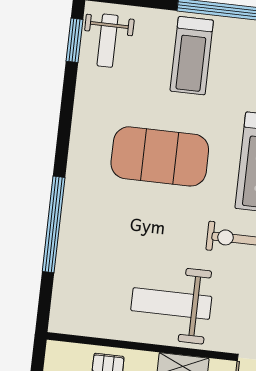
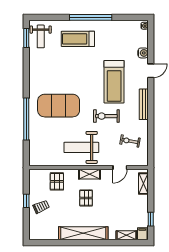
treadmill: (192, 56) -> (78, 39), turned 90
exercise mat: (160, 156) -> (59, 106), moved

